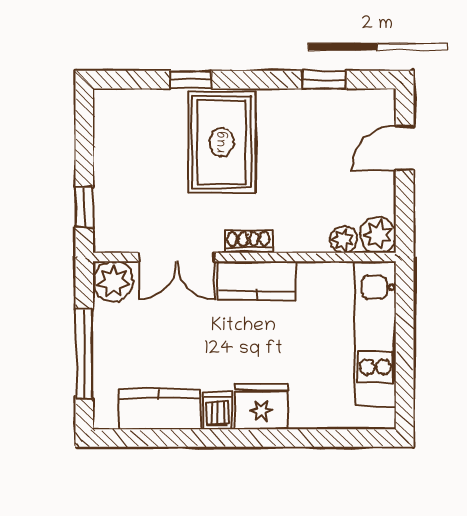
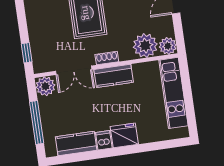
plant: (343, 239) -> (145, 46), width x1.88, depth x1.88

